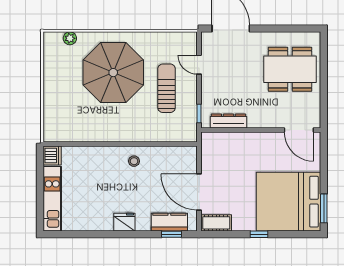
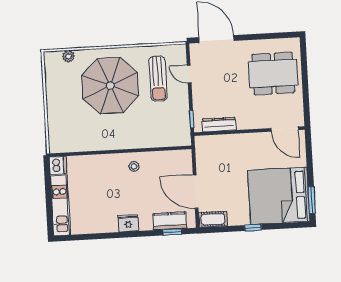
sun lounger: (167, 88) -> (158, 79), moved, turned 180

